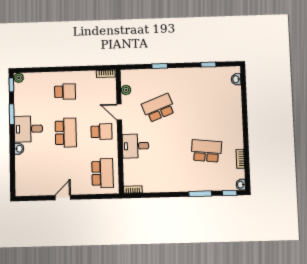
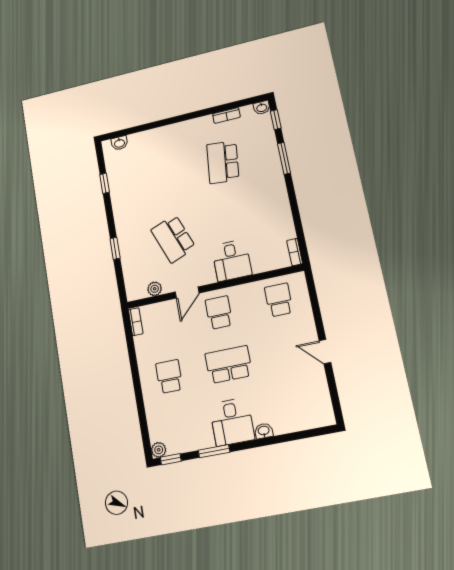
school desk: (103, 173) -> (279, 300), width x0.54

